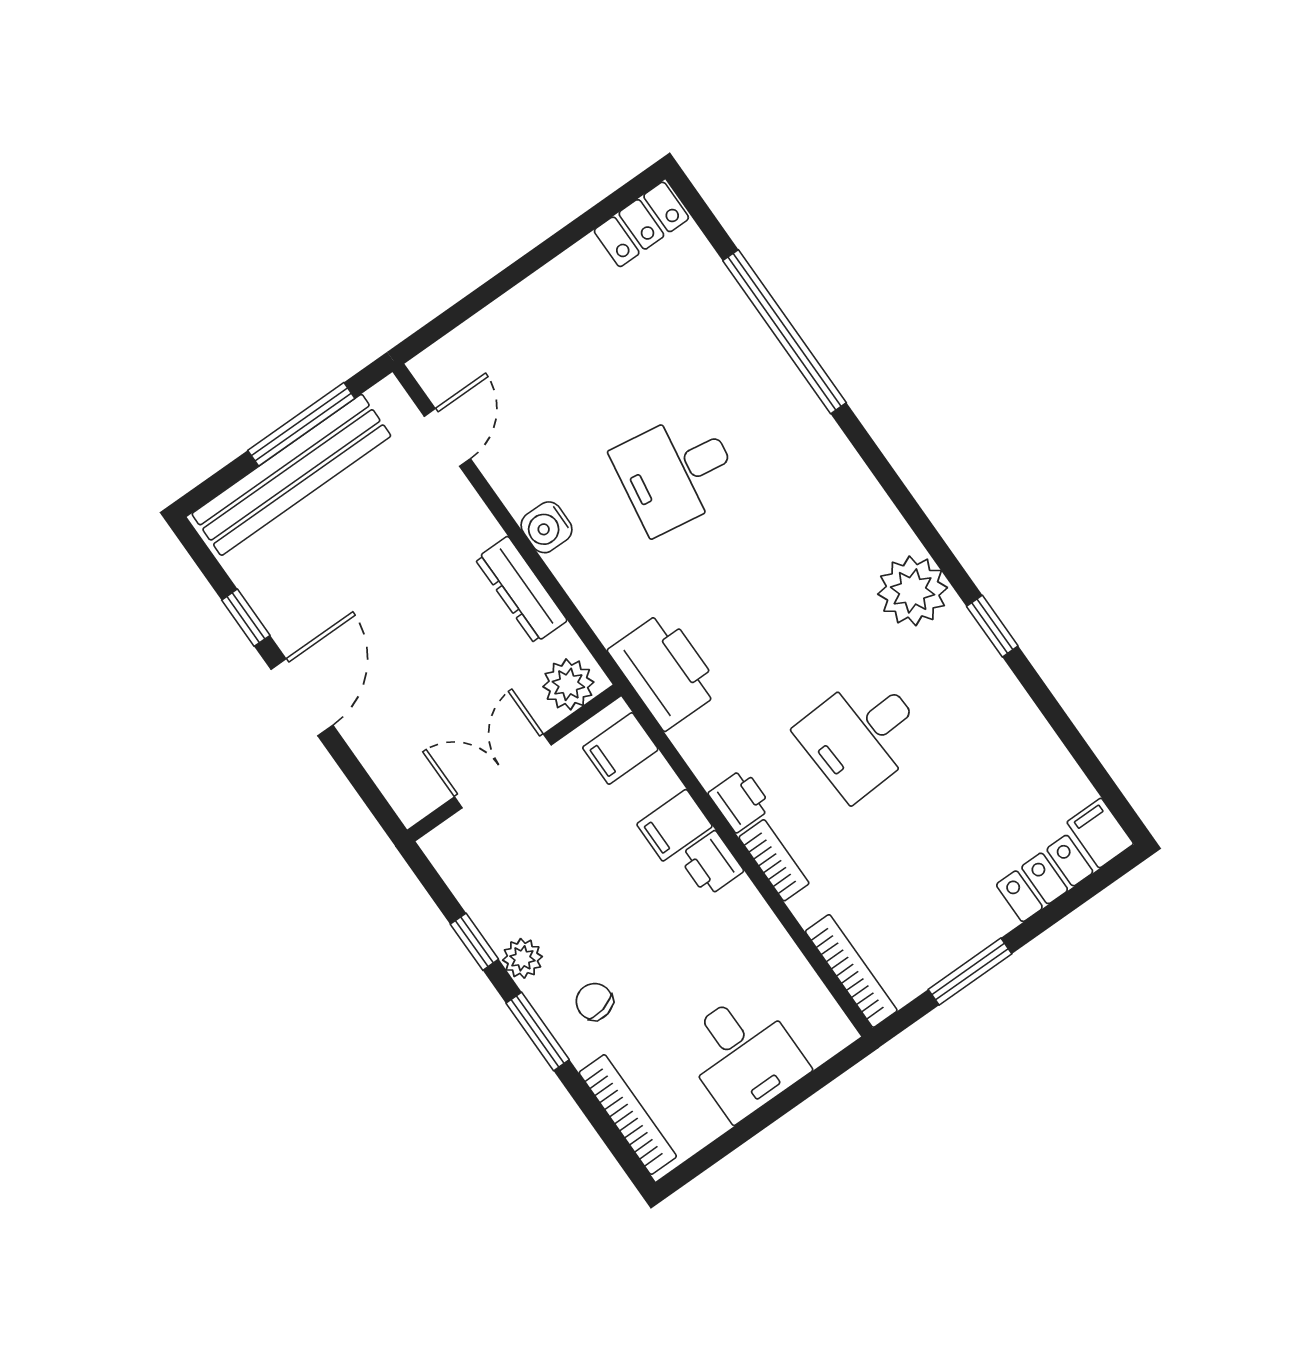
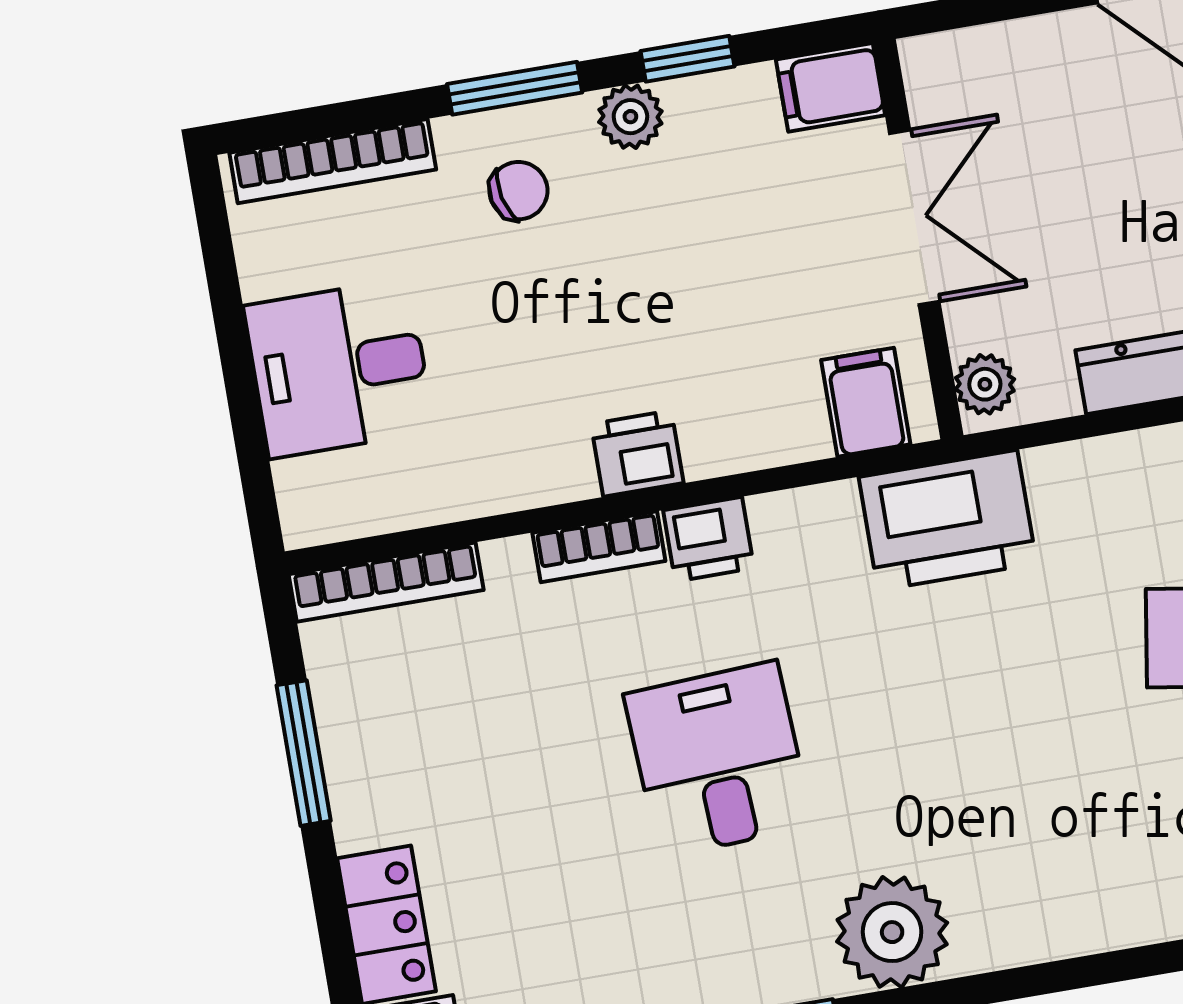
plant: (568, 684) -> (985, 384), width x0.73, depth x0.73
filing cabinet: (674, 825) -> (831, 87), moved, turned -90

